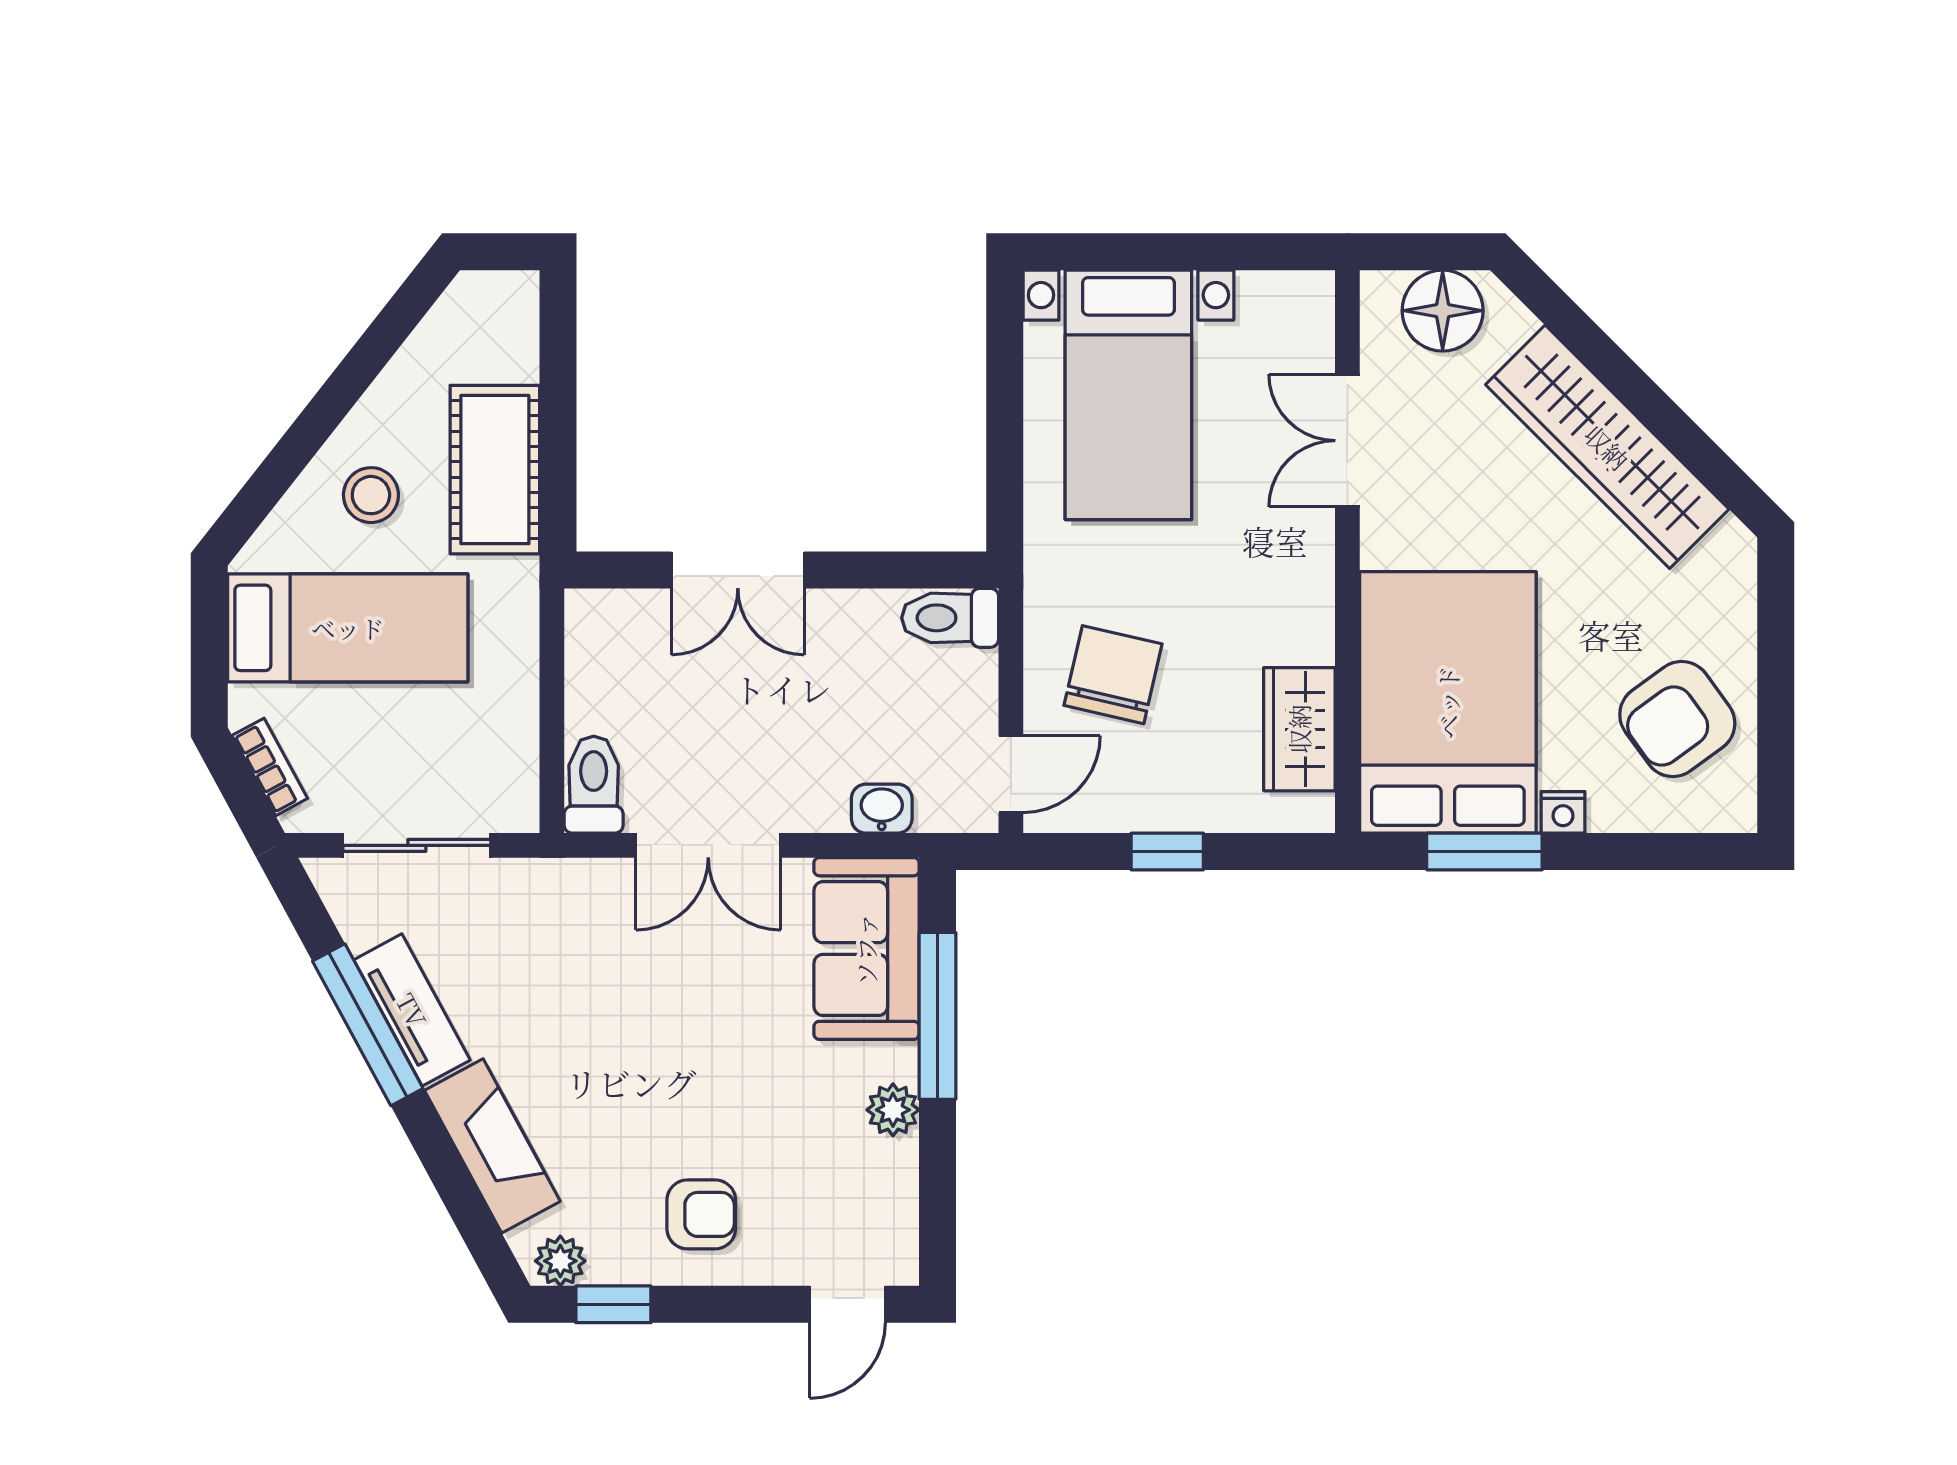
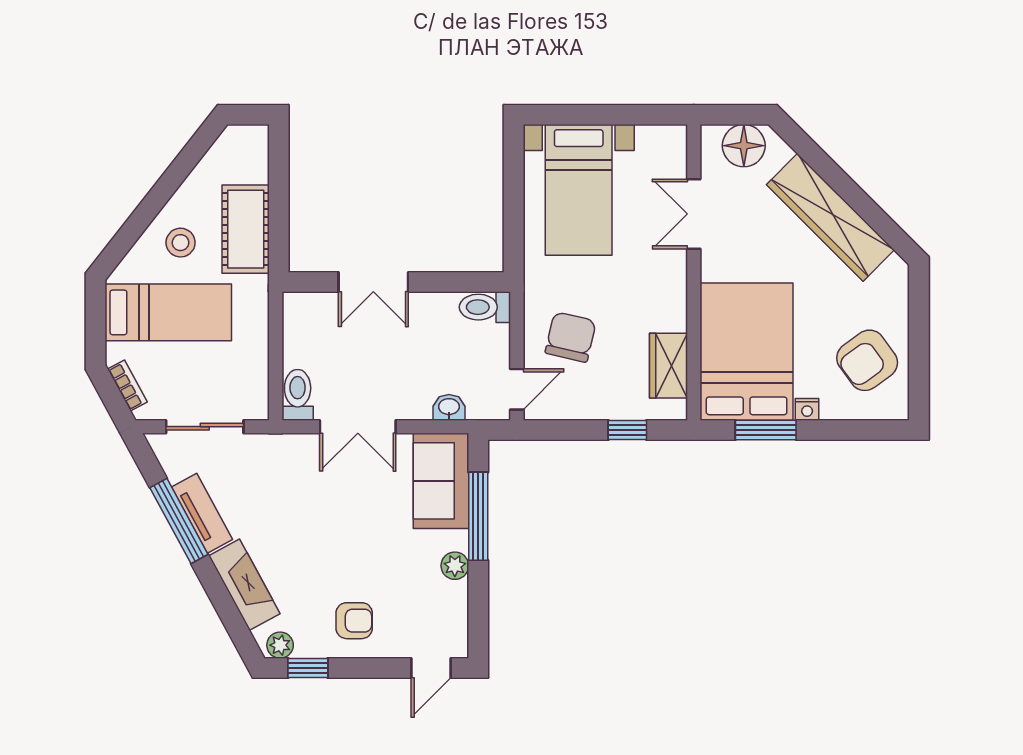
window: (1167, 851) -> (627, 430), moved

